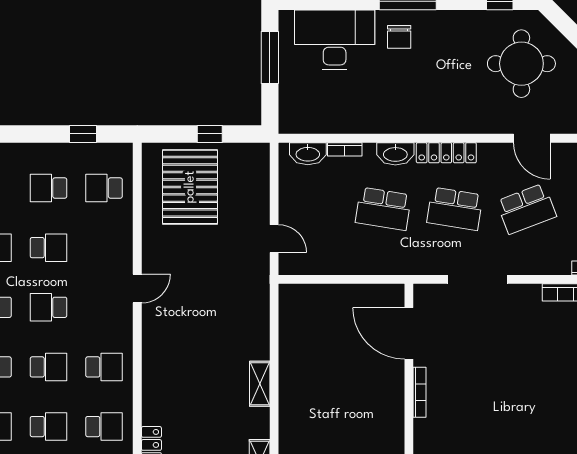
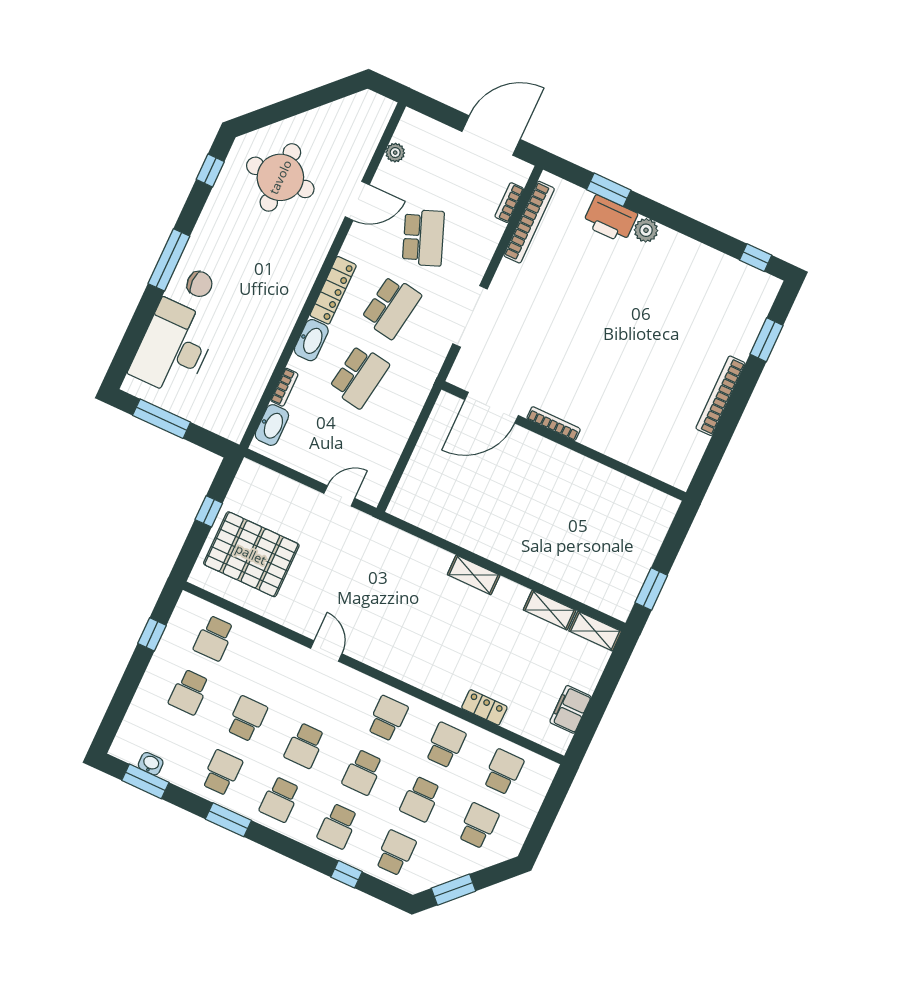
school desk: (49, 367) -> (363, 772), turned 180
school desk: (49, 427) -> (420, 799), turned 180

